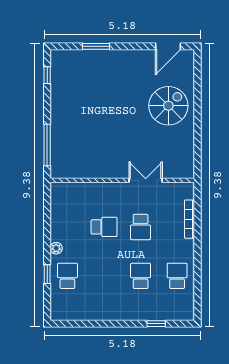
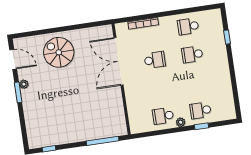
window: (96, 46) -> (18, 92), moved
plant: (134, 55) -> (24, 84), added
double door: (146, 180) -> (119, 61), width x1.87
school desk: (104, 227) -> (163, 116), moved, turned -90

